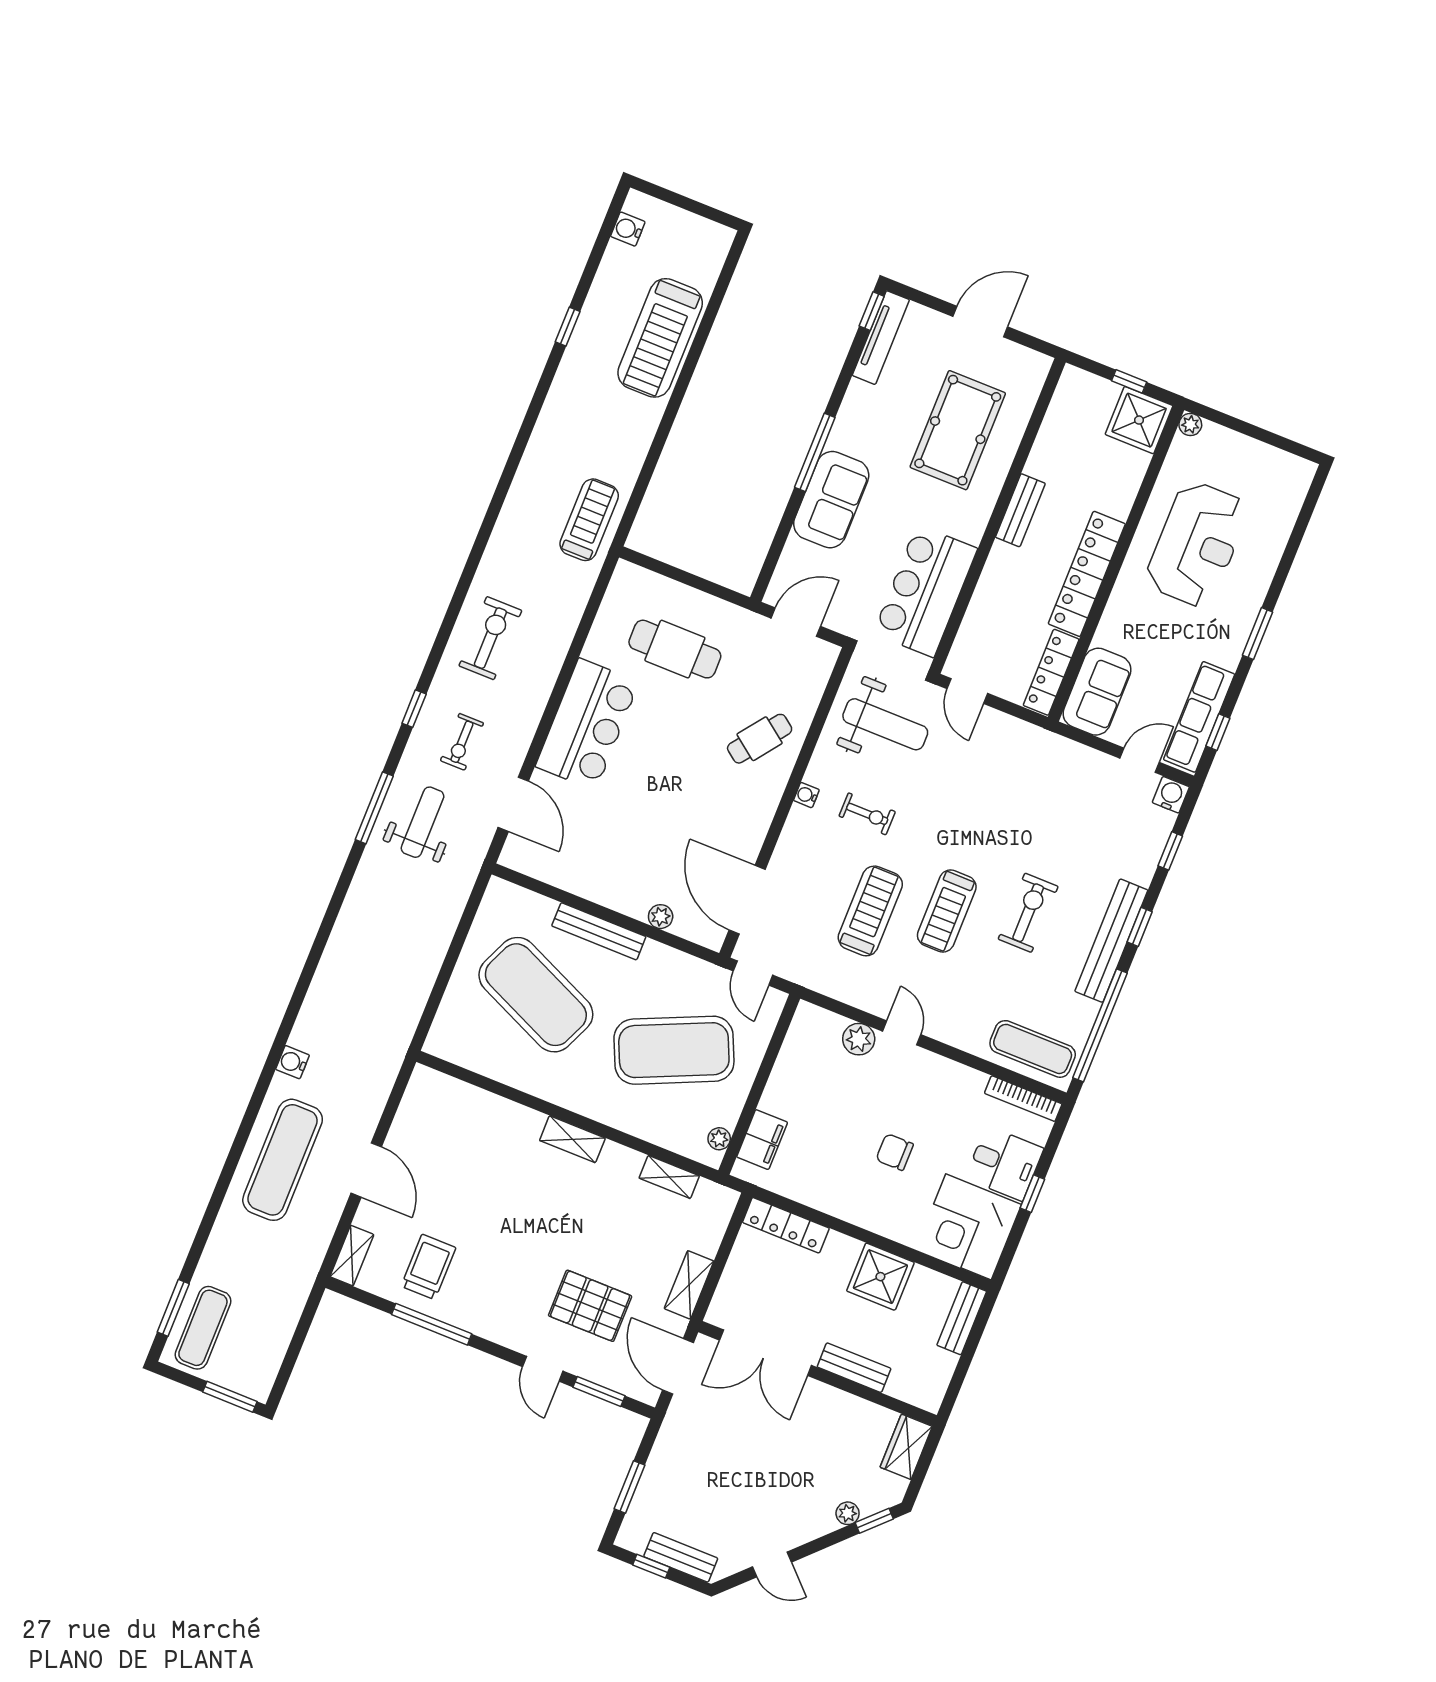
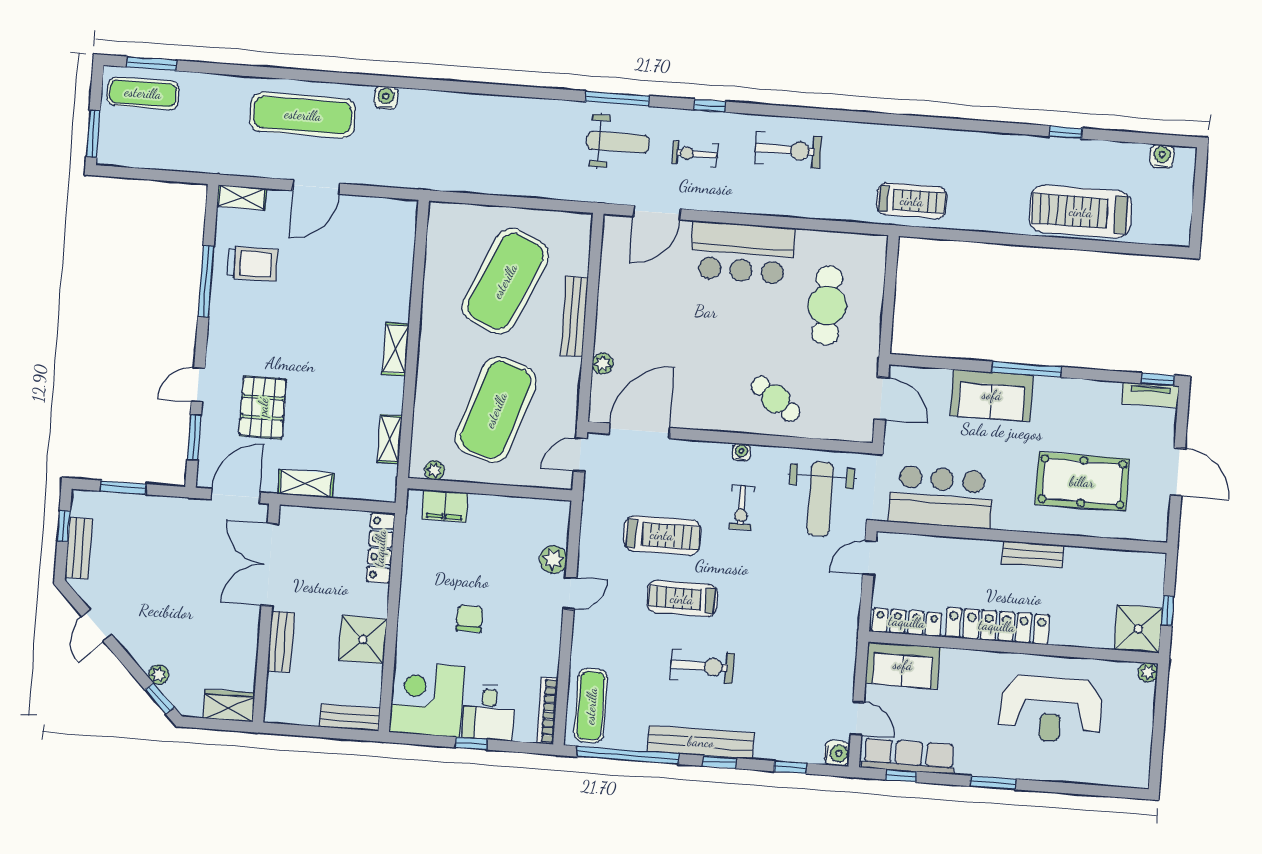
tv unit: (881, 338) -> (1150, 395), width x0.71
exercise mat: (674, 1050) -> (496, 410), turned 42

